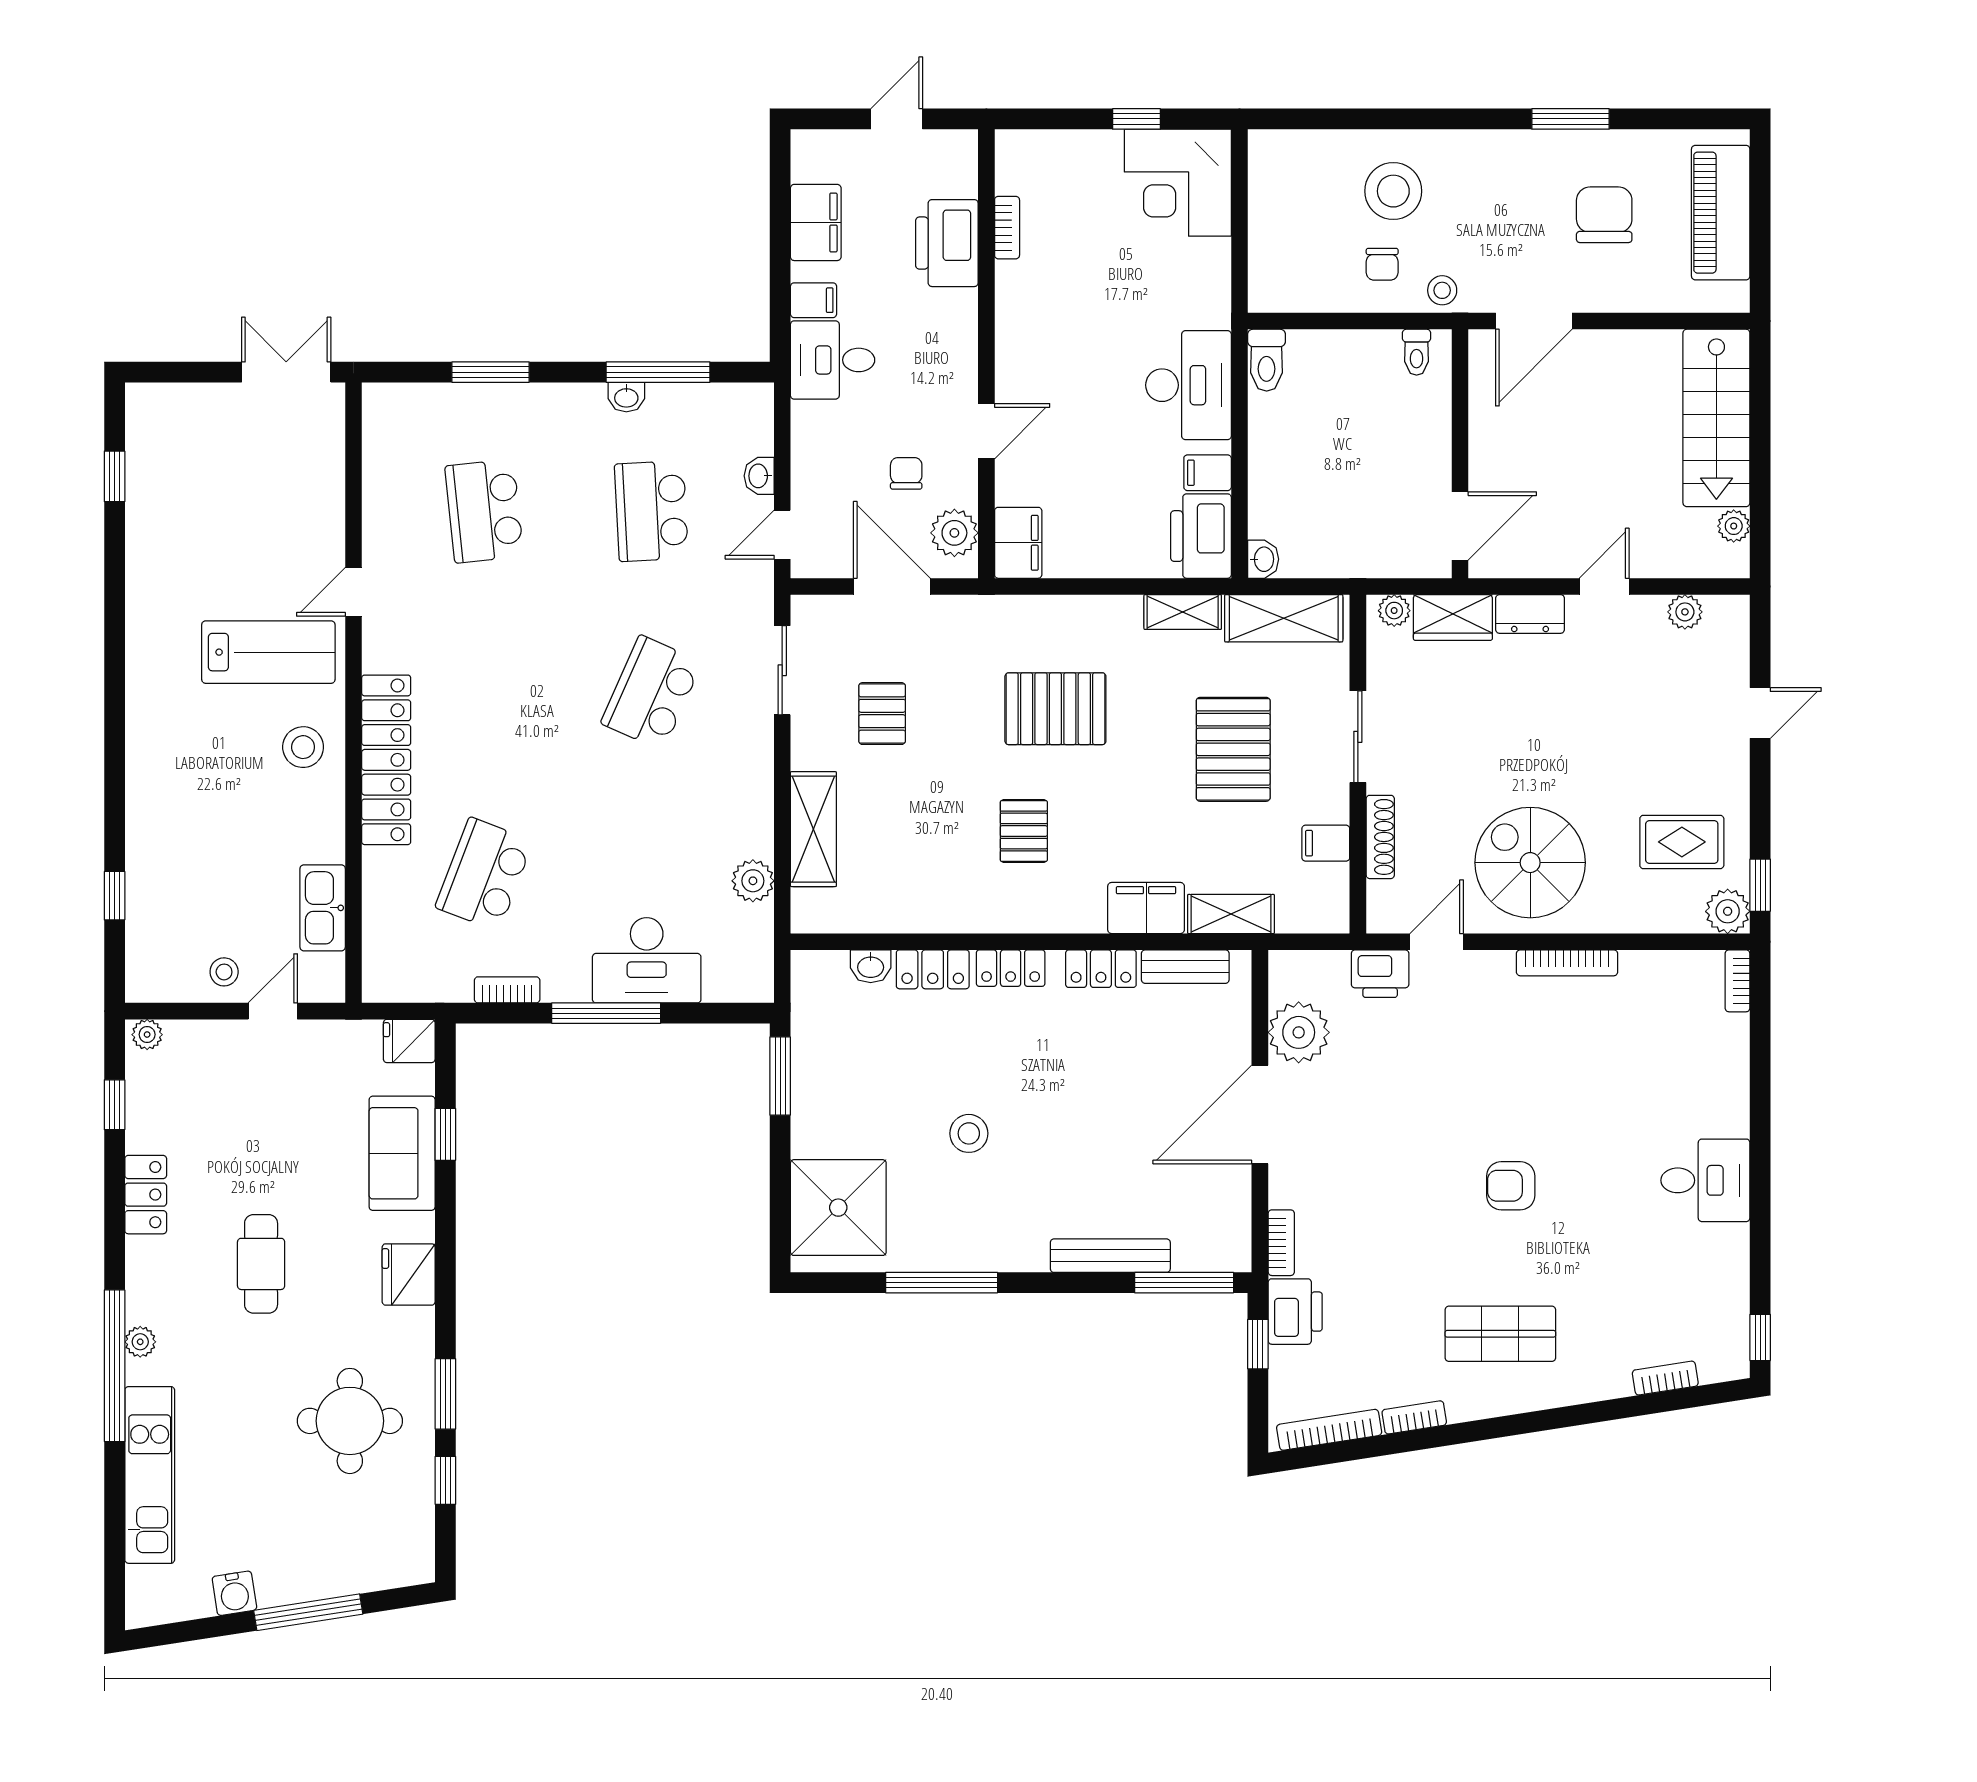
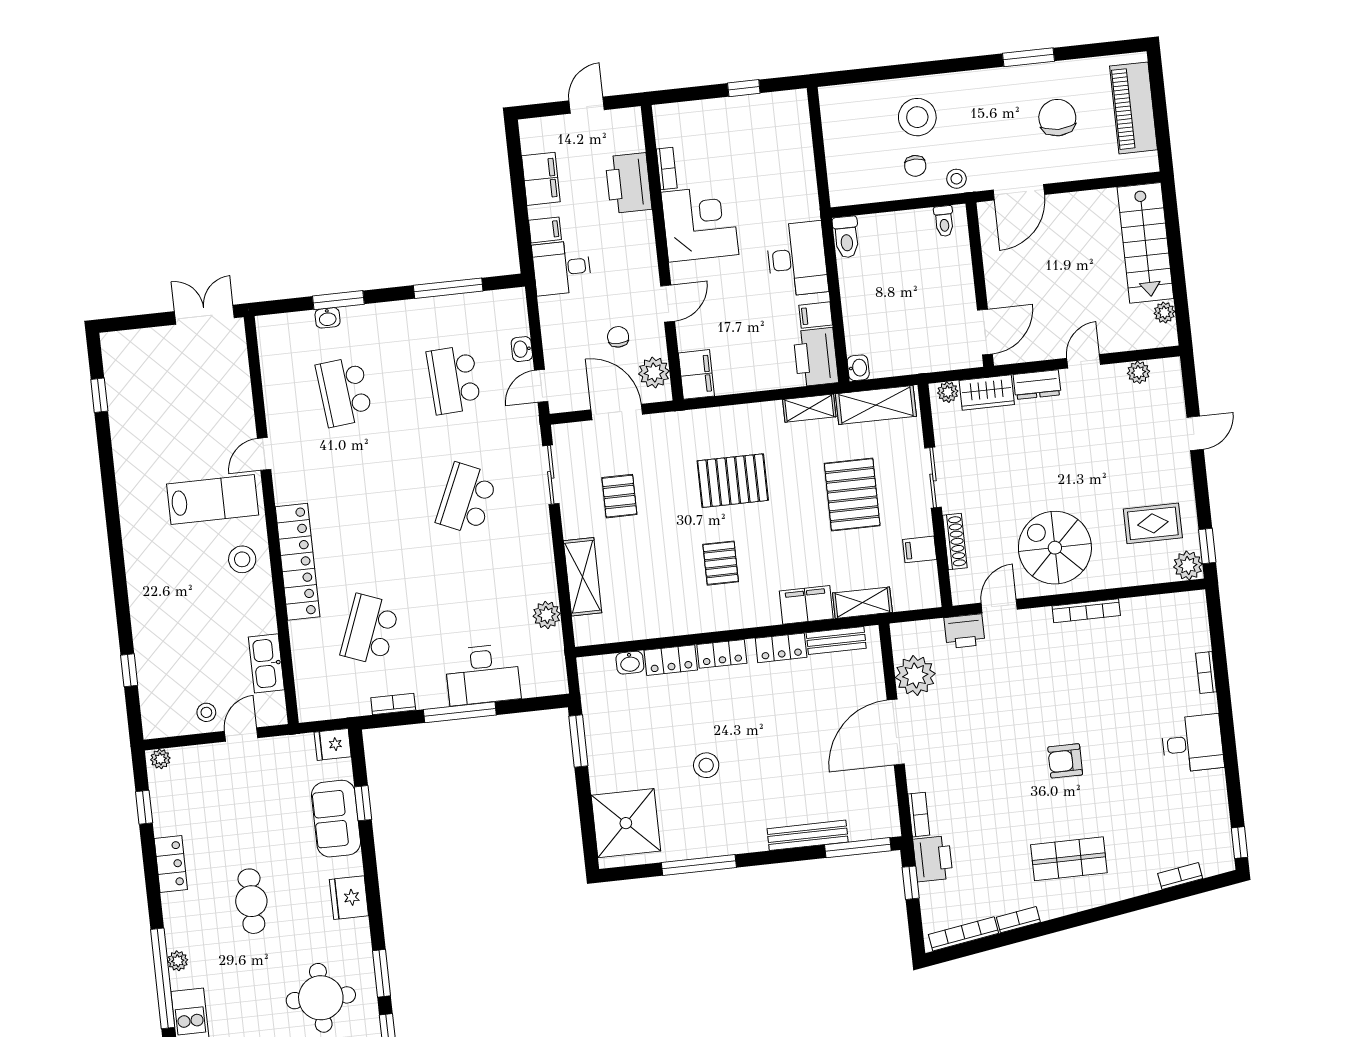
corner desk: (1178, 183) -> (700, 223), moved, turned 180
washbasin: (626, 397) -> (328, 318), moved
bookcase: (1738, 981) -> (1206, 672), moved

